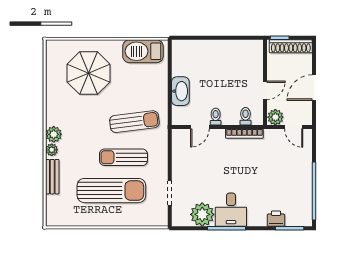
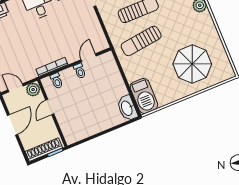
barbecue: (143, 51) -> (144, 96), moved, turned 90
washbasin: (180, 91) -> (127, 108), moved

